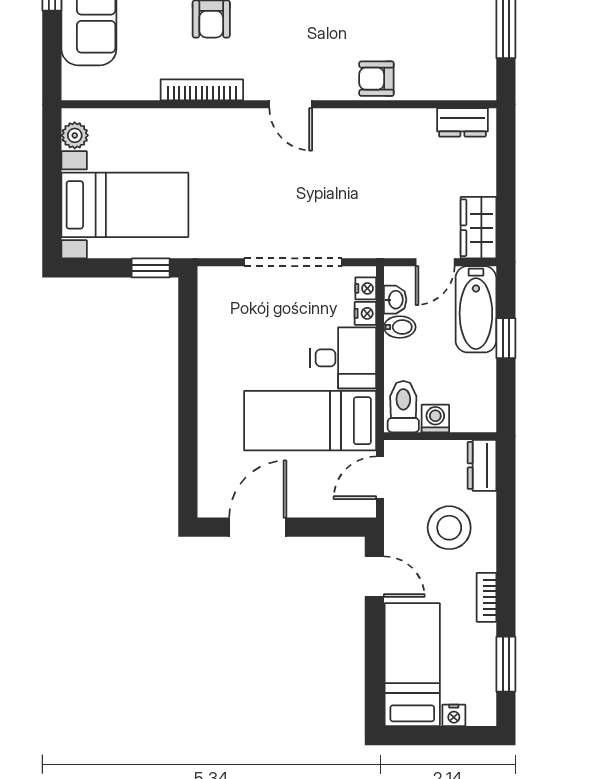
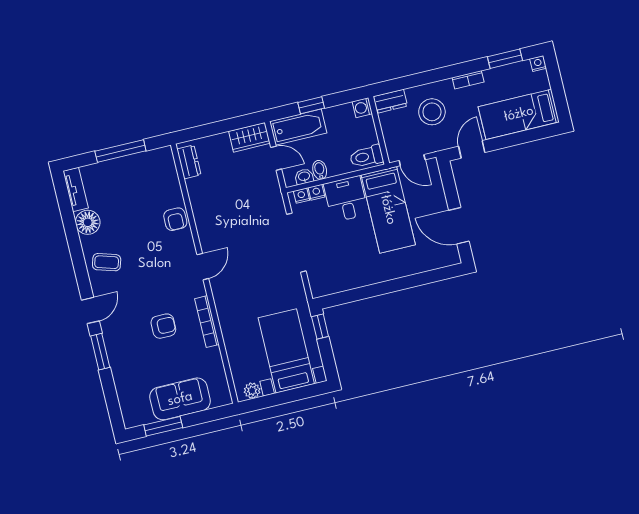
washing machine: (435, 419) -> (362, 108), moved
nightstand: (454, 715) -> (538, 64), moved, turned -90

